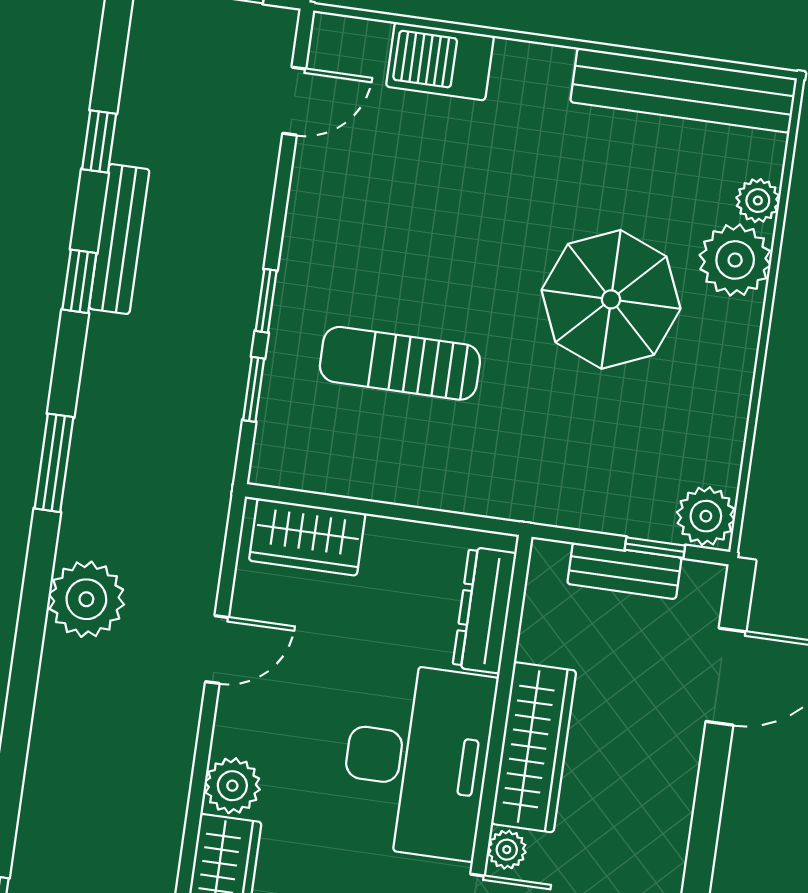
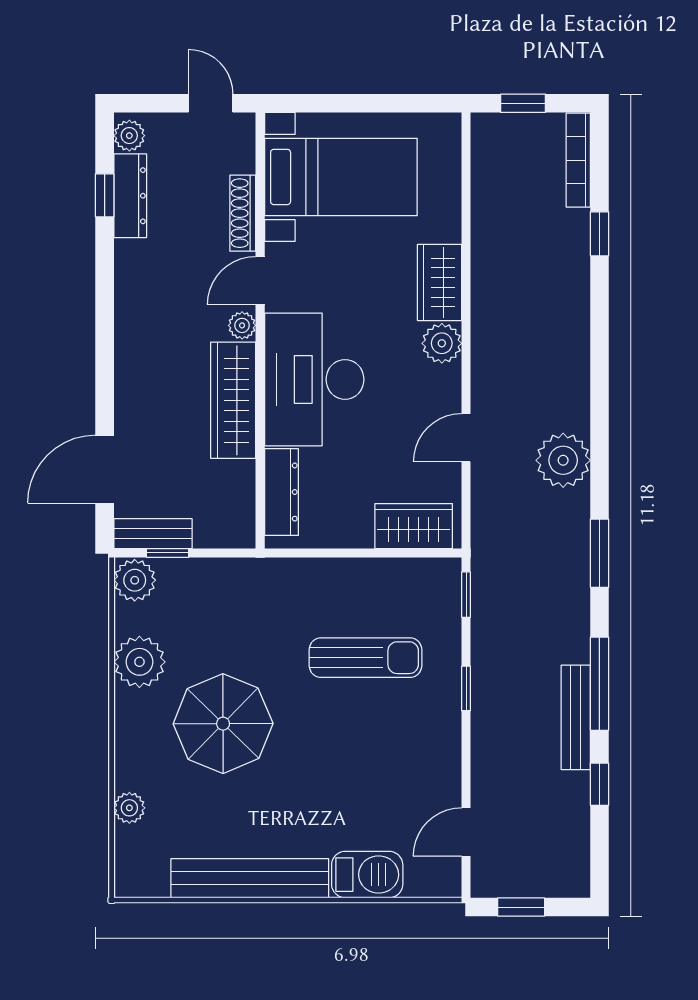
bench: (684, 90) -> (250, 878), moved
plant: (735, 260) -> (139, 662), moved
window: (79, 281) -> (599, 684), width x2.17
window: (254, 389) -> (466, 595), moved
bench: (624, 571) -> (153, 534), moved

